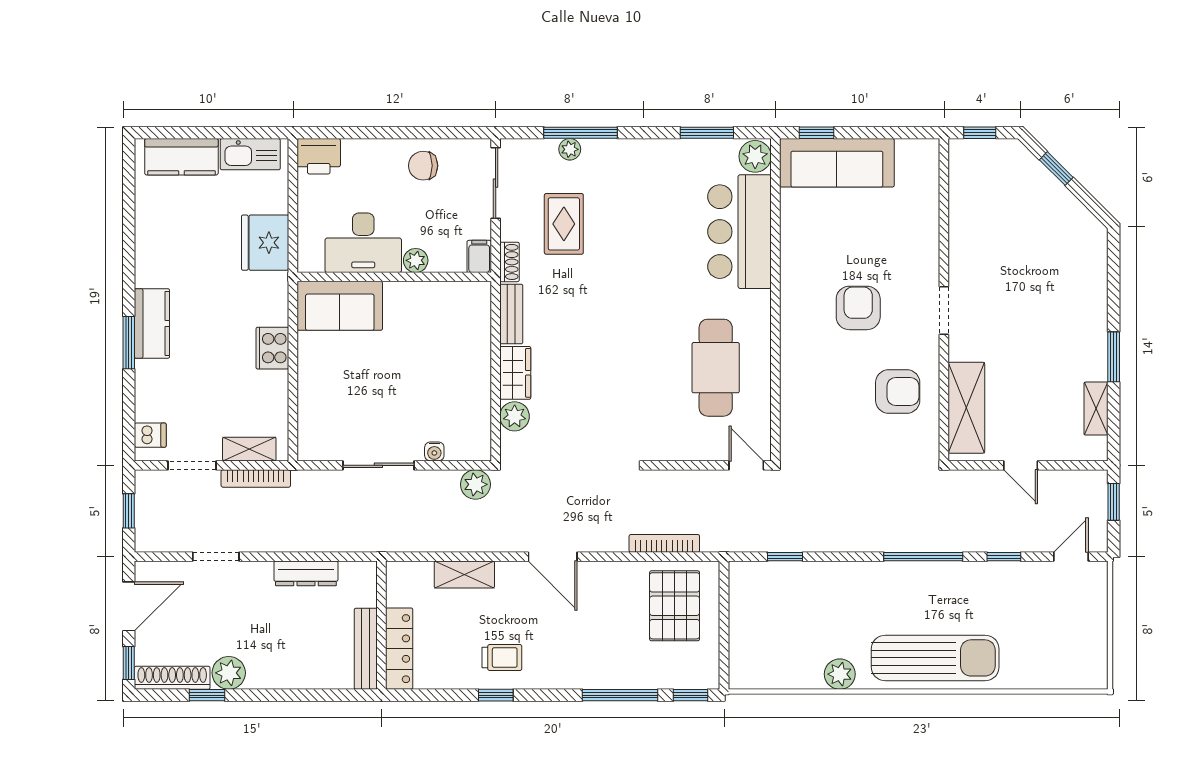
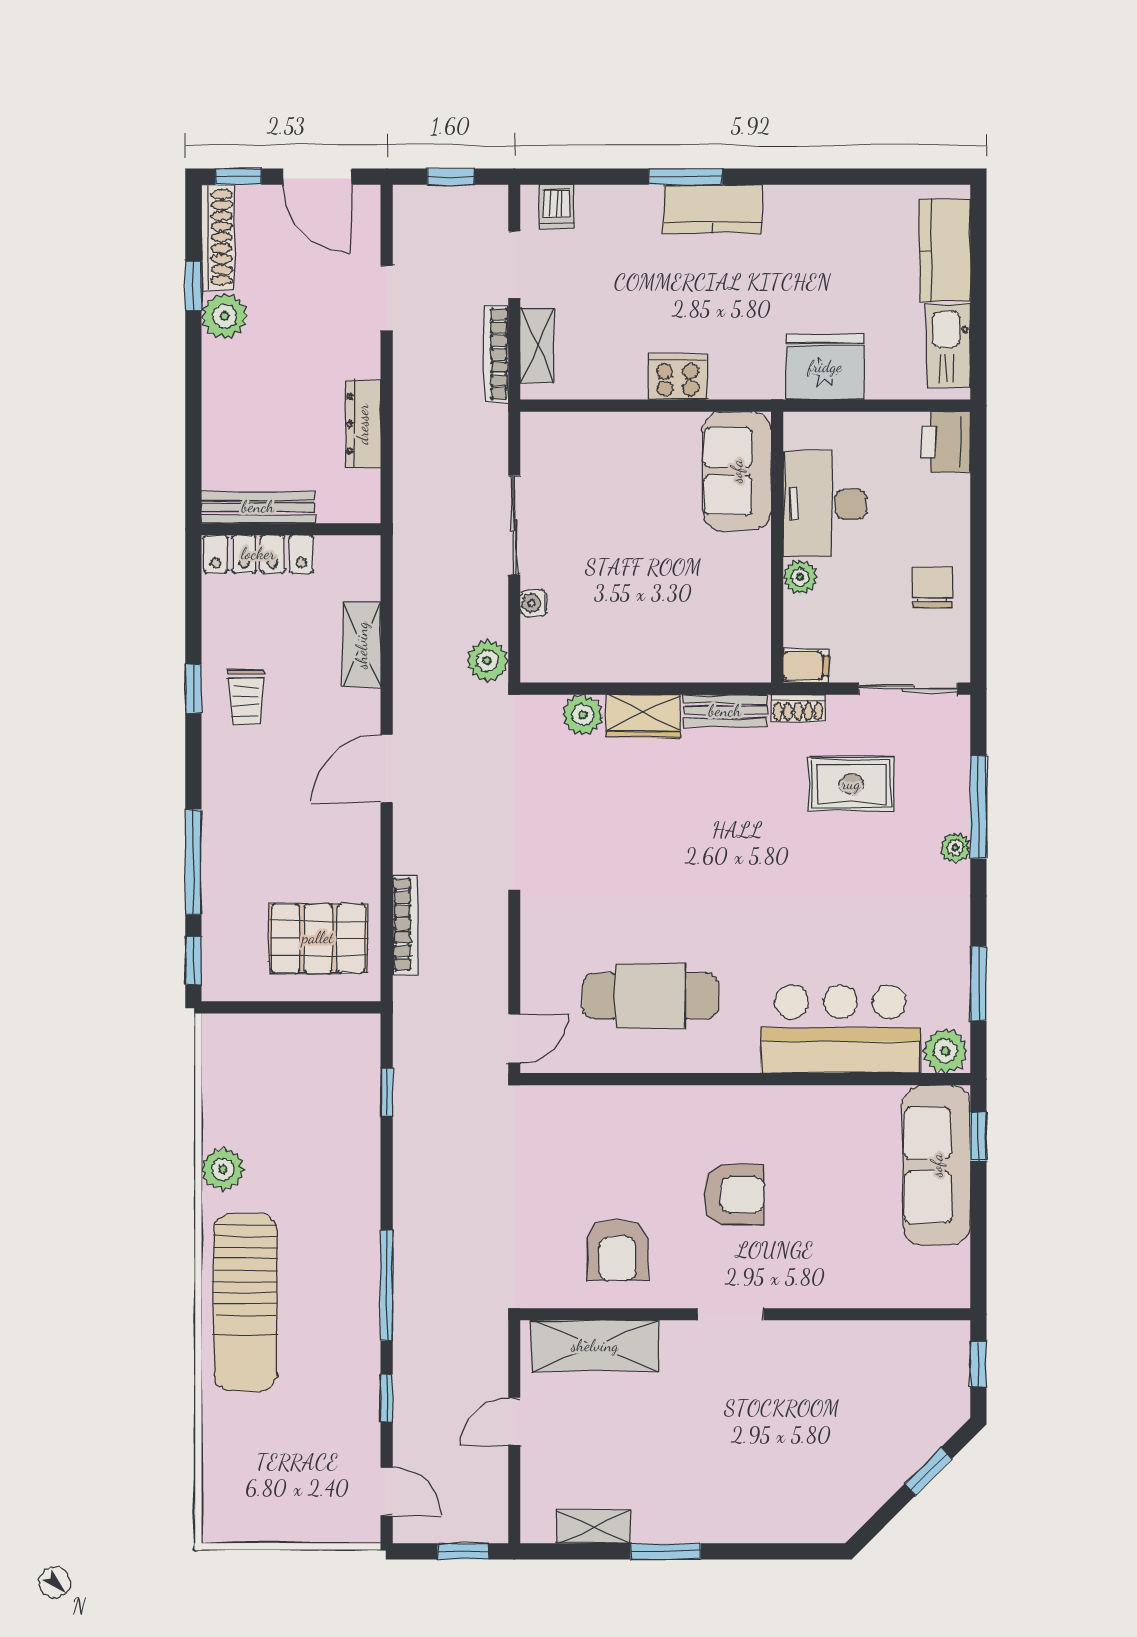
plant: (570, 149) -> (955, 848), moved

